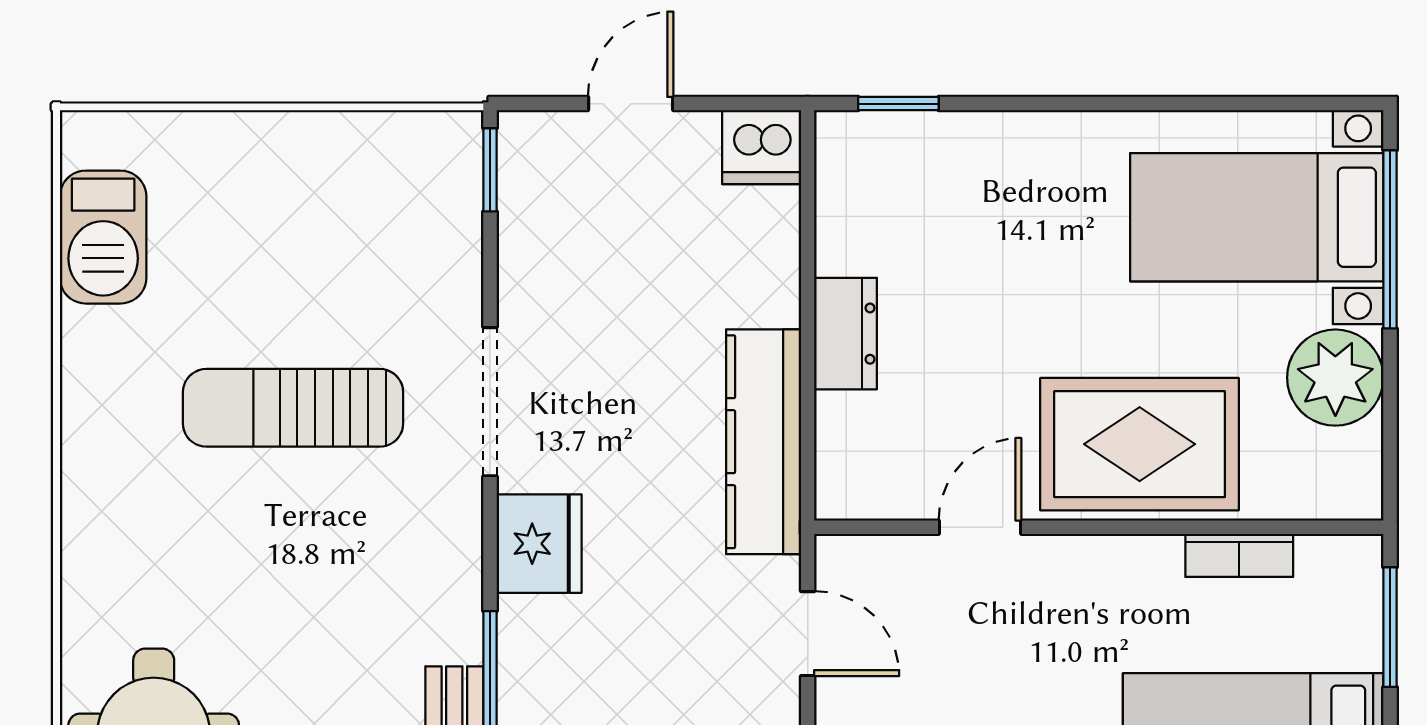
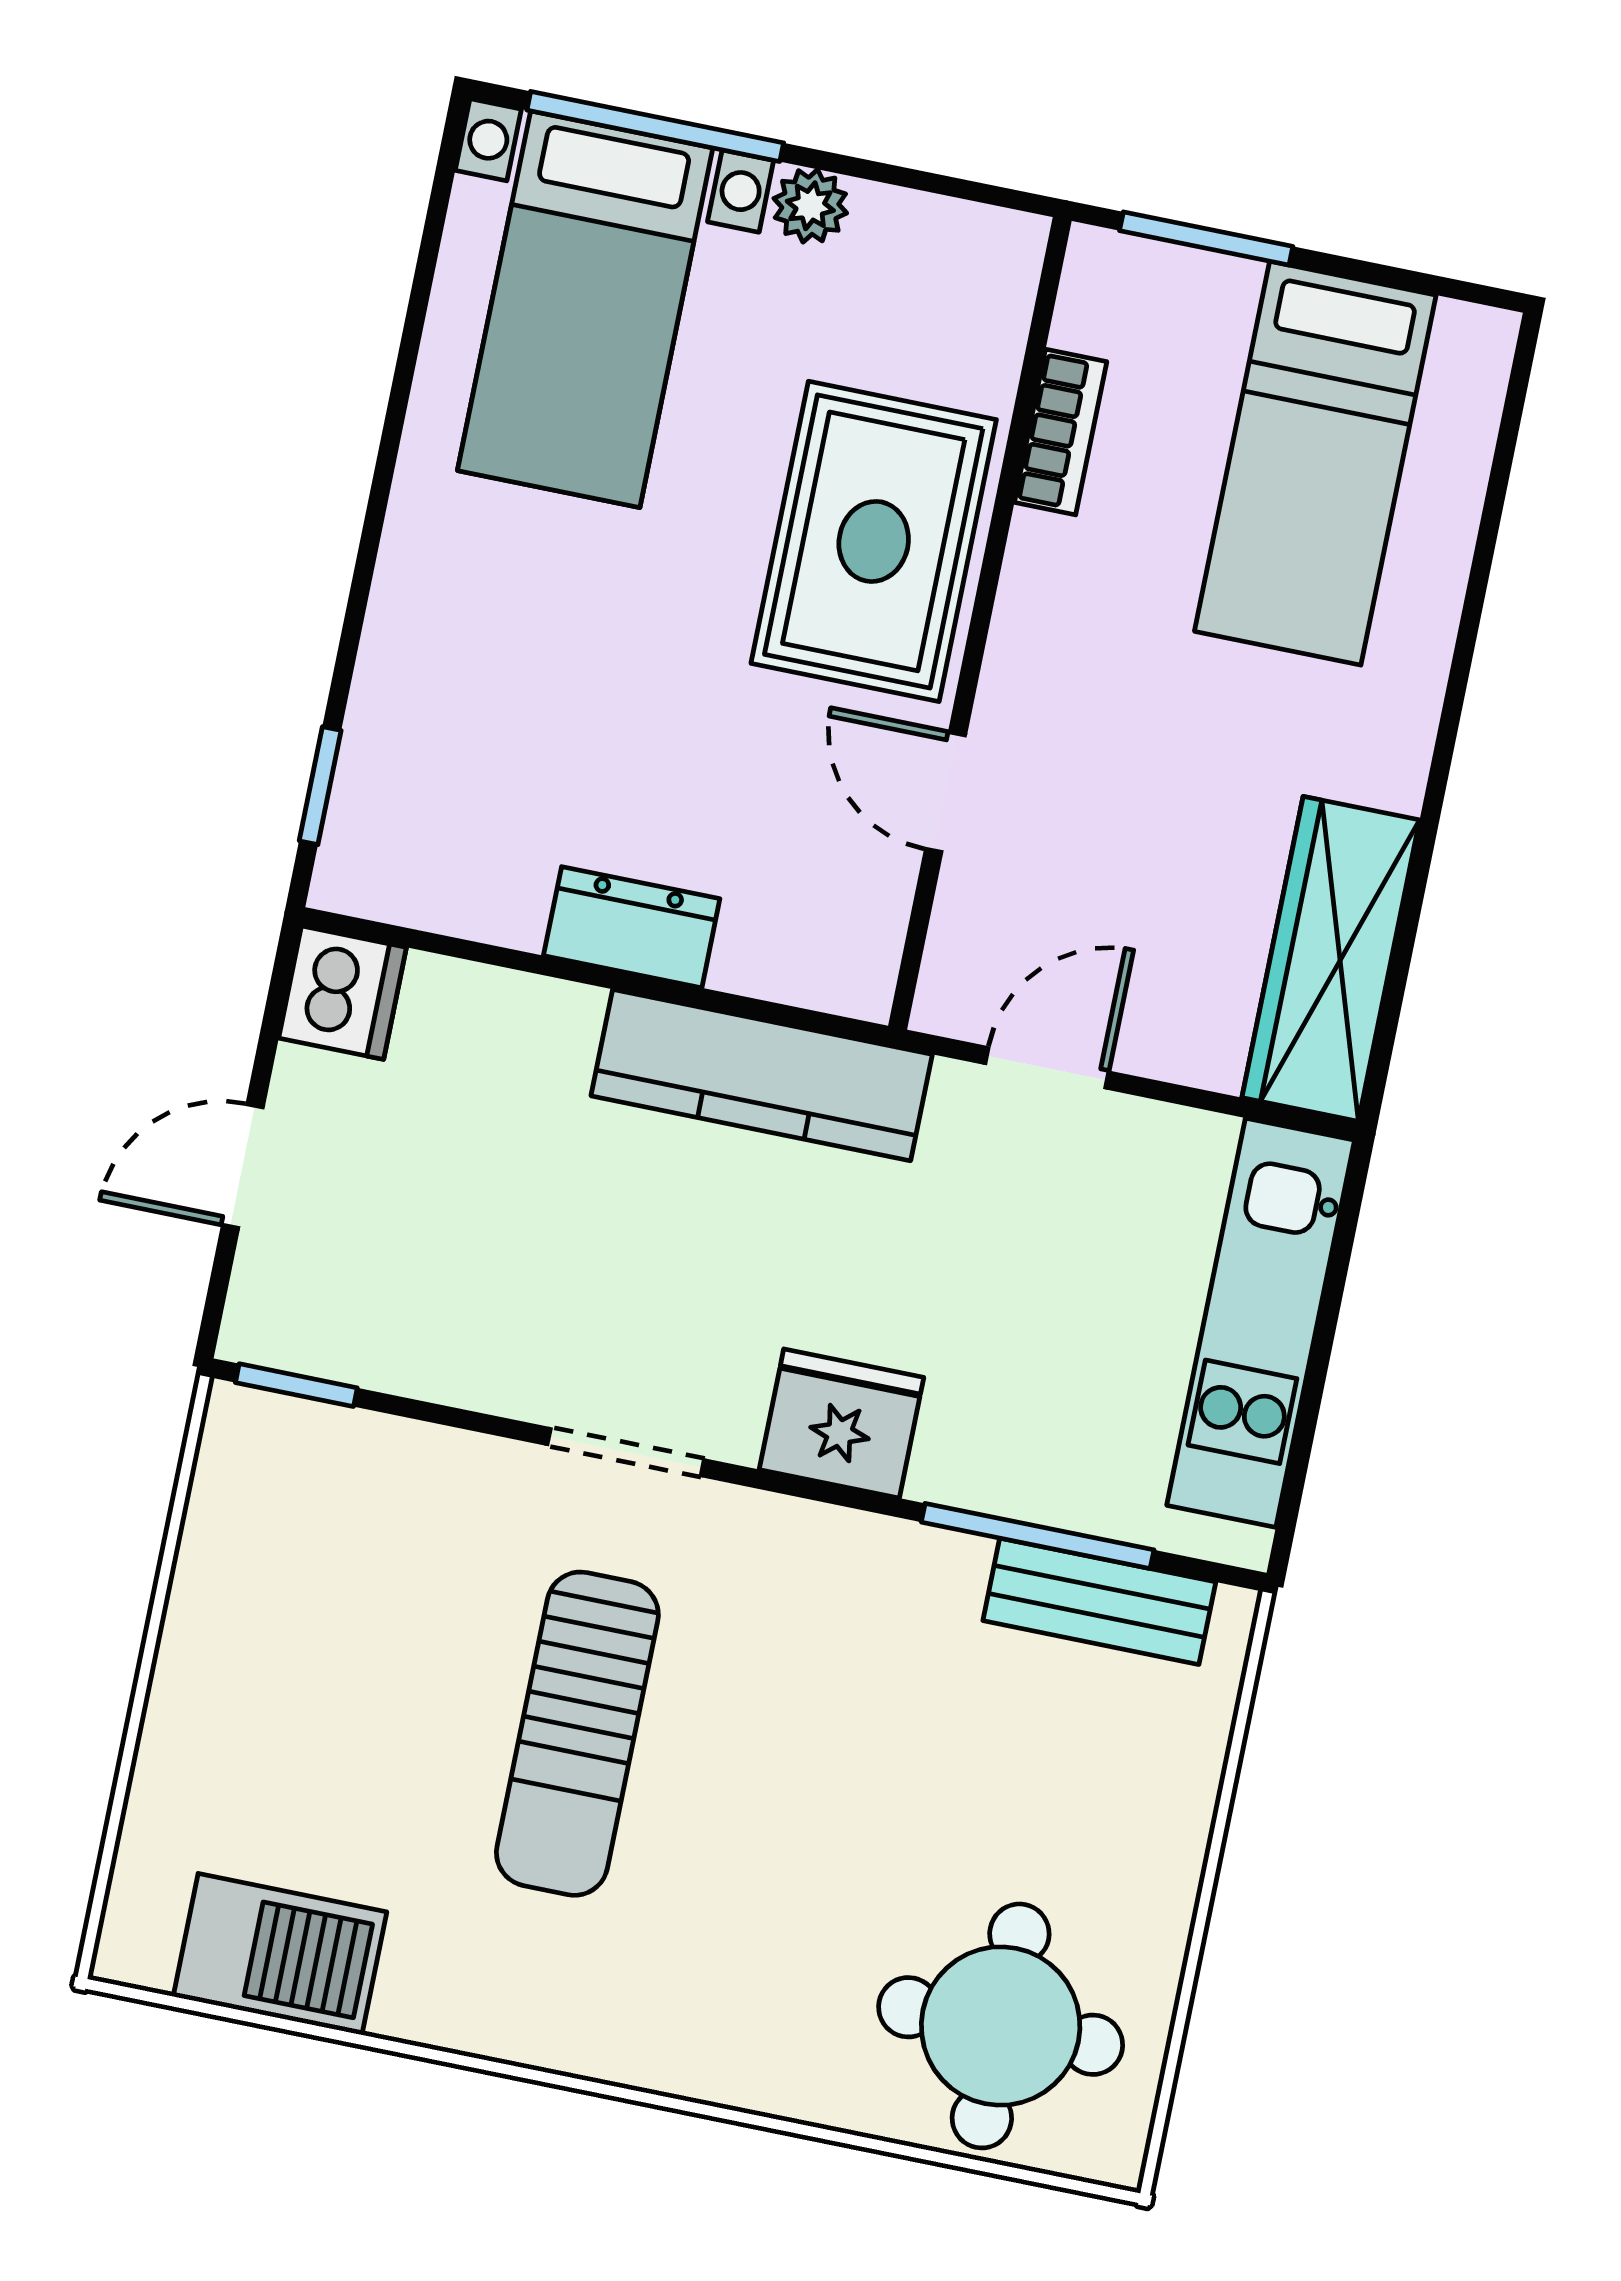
door: (631, 104) -> (243, 1166), hinge flipped
plant: (1335, 378) -> (810, 206), width x0.53, depth x0.53
doorway: (490, 402) -> (626, 1452), width x0.73

